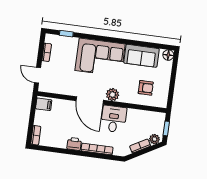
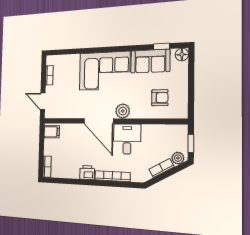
window: (66, 34) -> (161, 46), moved

